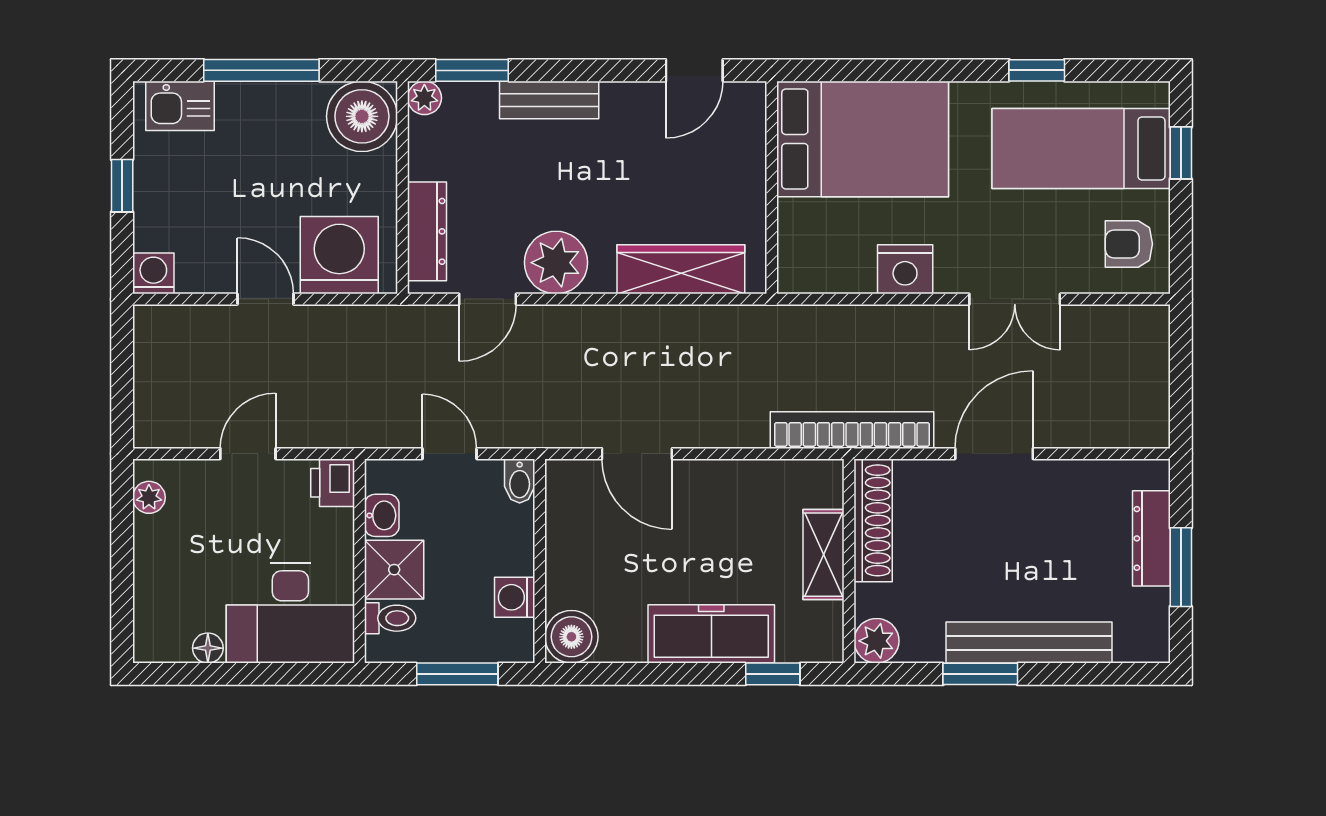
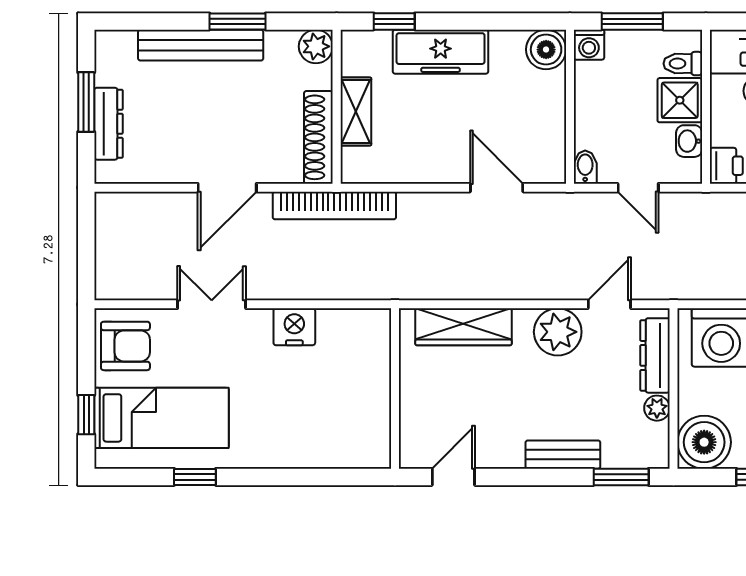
plant: (424, 98) -> (657, 408), moved
bed: (863, 139) -> (326, 425), removed
armchair: (1129, 244) -> (125, 346), width x1.38, depth x1.38
washing machine: (515, 597) -> (589, 45), moved, turned 90

